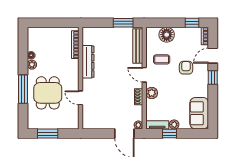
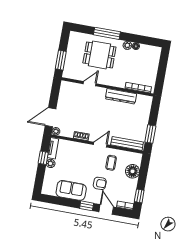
plant: (152, 93) -> (83, 148), removed
sofa: (199, 113) -> (71, 190), moved
window: (48, 134) -> (61, 60), moved

